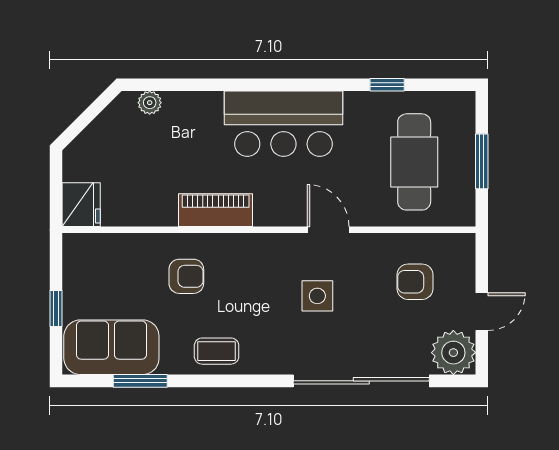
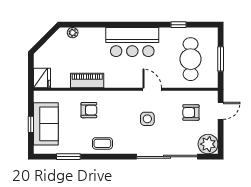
piano: (216, 210) -> (87, 81), moved
door: (482, 312) -> (221, 111), moved
sofa: (111, 347) -> (46, 124), moved, turned 90

